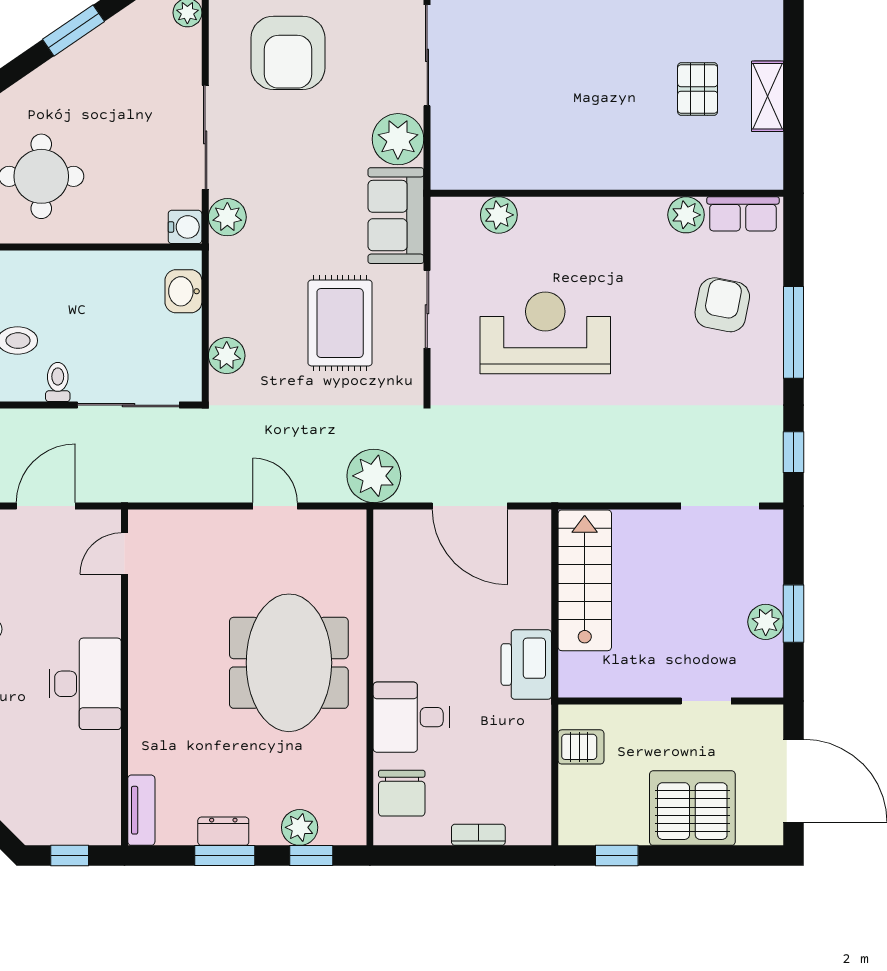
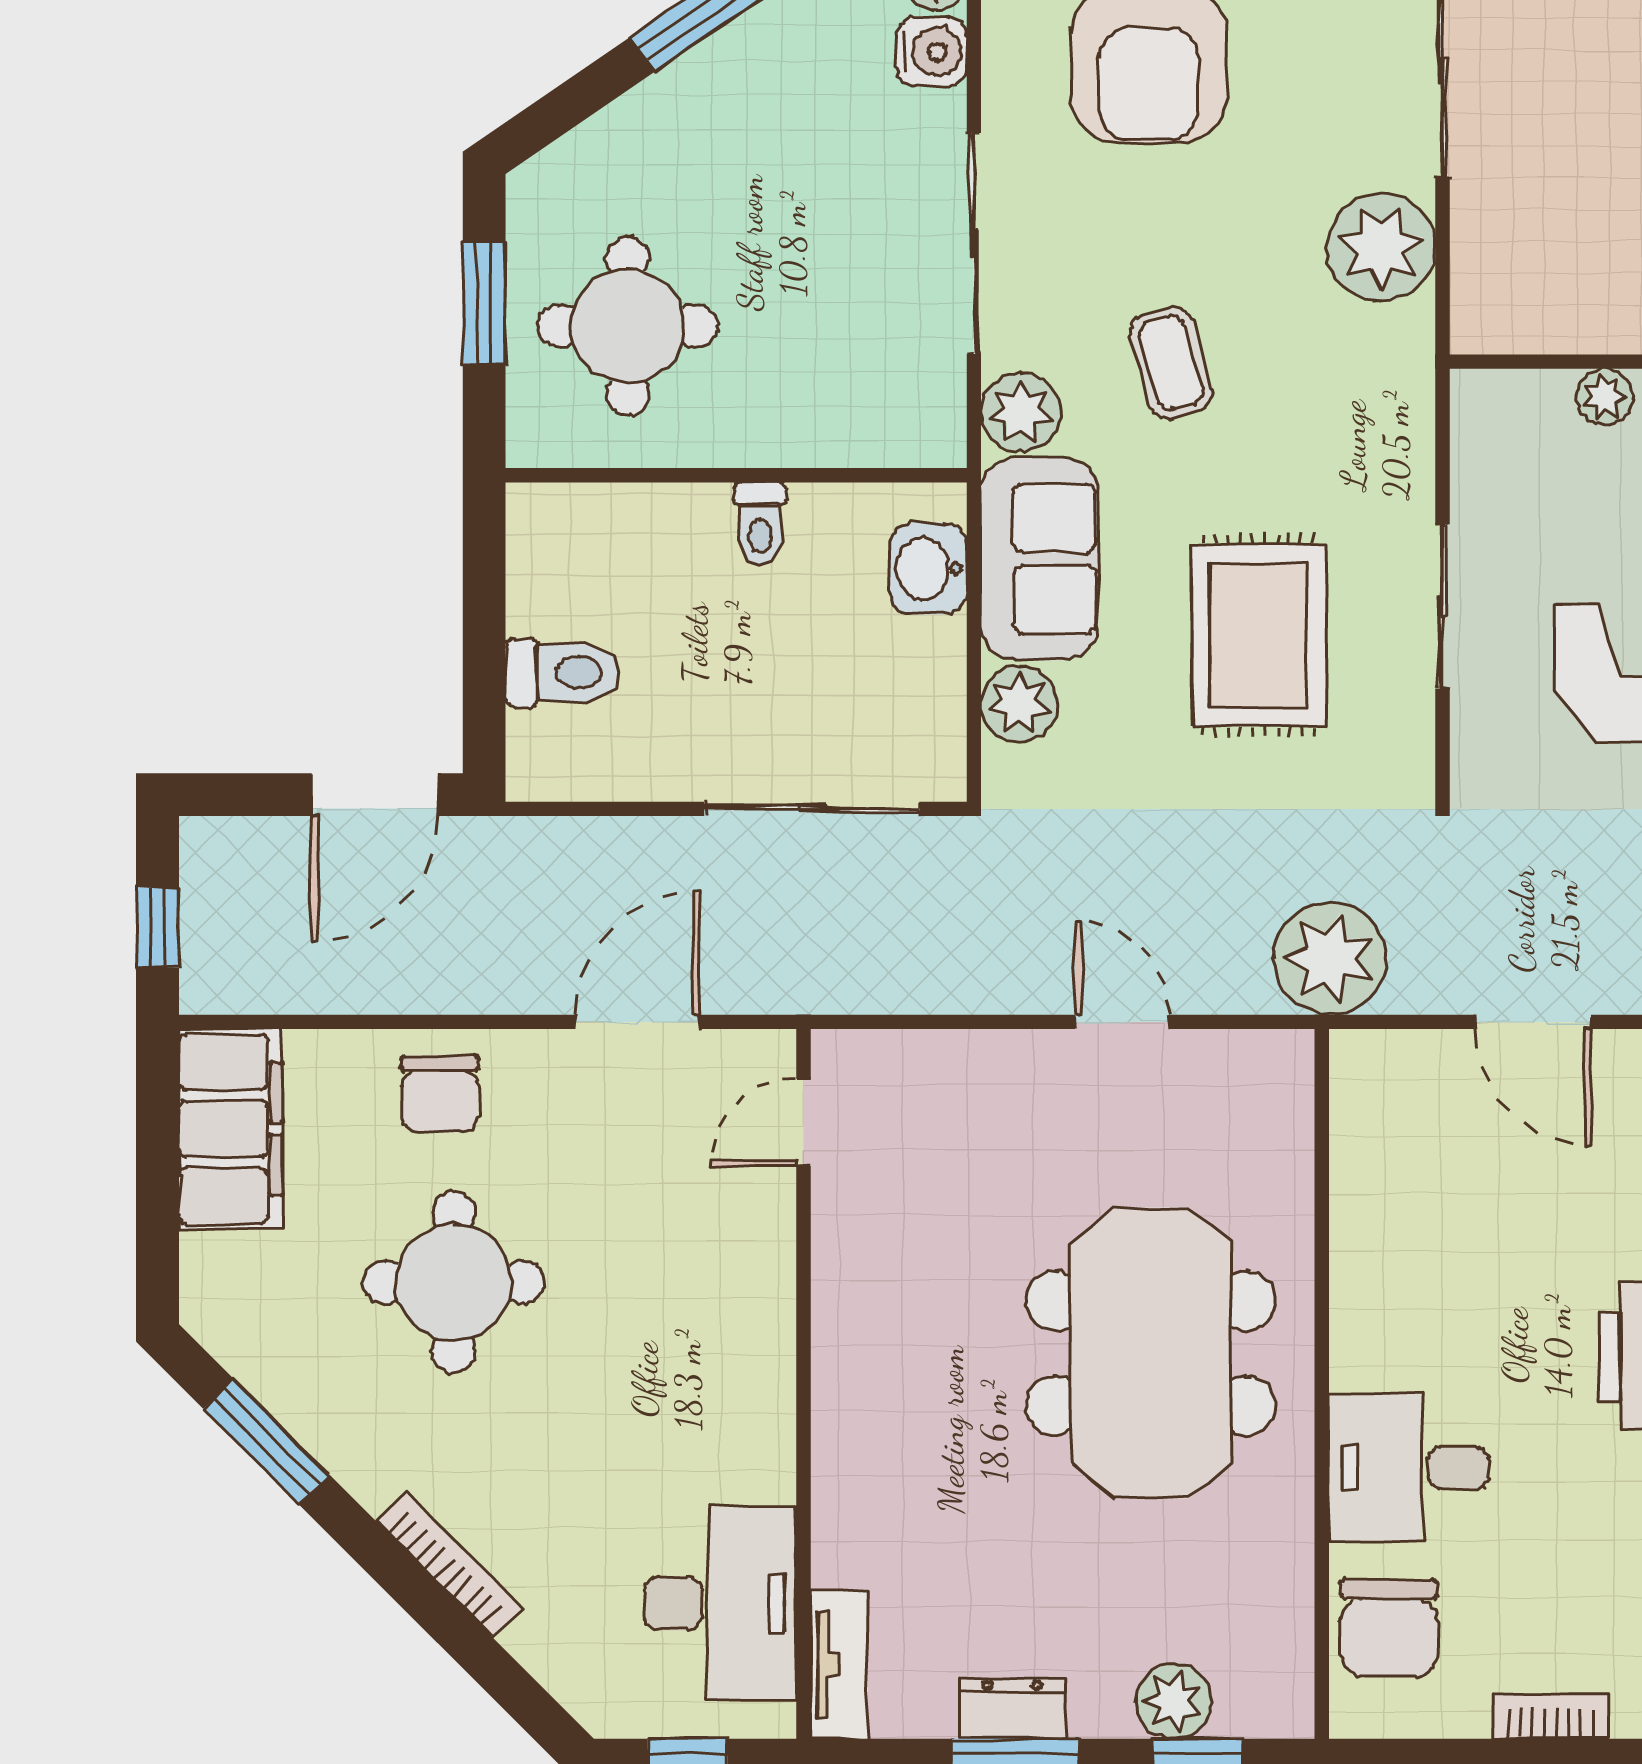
coffee table: (298, 194) -> (1171, 363), added
plant: (499, 215) -> (1605, 397), width x0.73, depth x0.73
sofa: (396, 216) -> (1040, 559), moved, turned 180
water cooler: (185, 227) -> (931, 51), moved
toilet: (58, 382) -> (760, 524), moved, turned 180
door: (470, 506) -> (1533, 1022), width x0.73
desk: (85, 684) -> (720, 1603), moved

